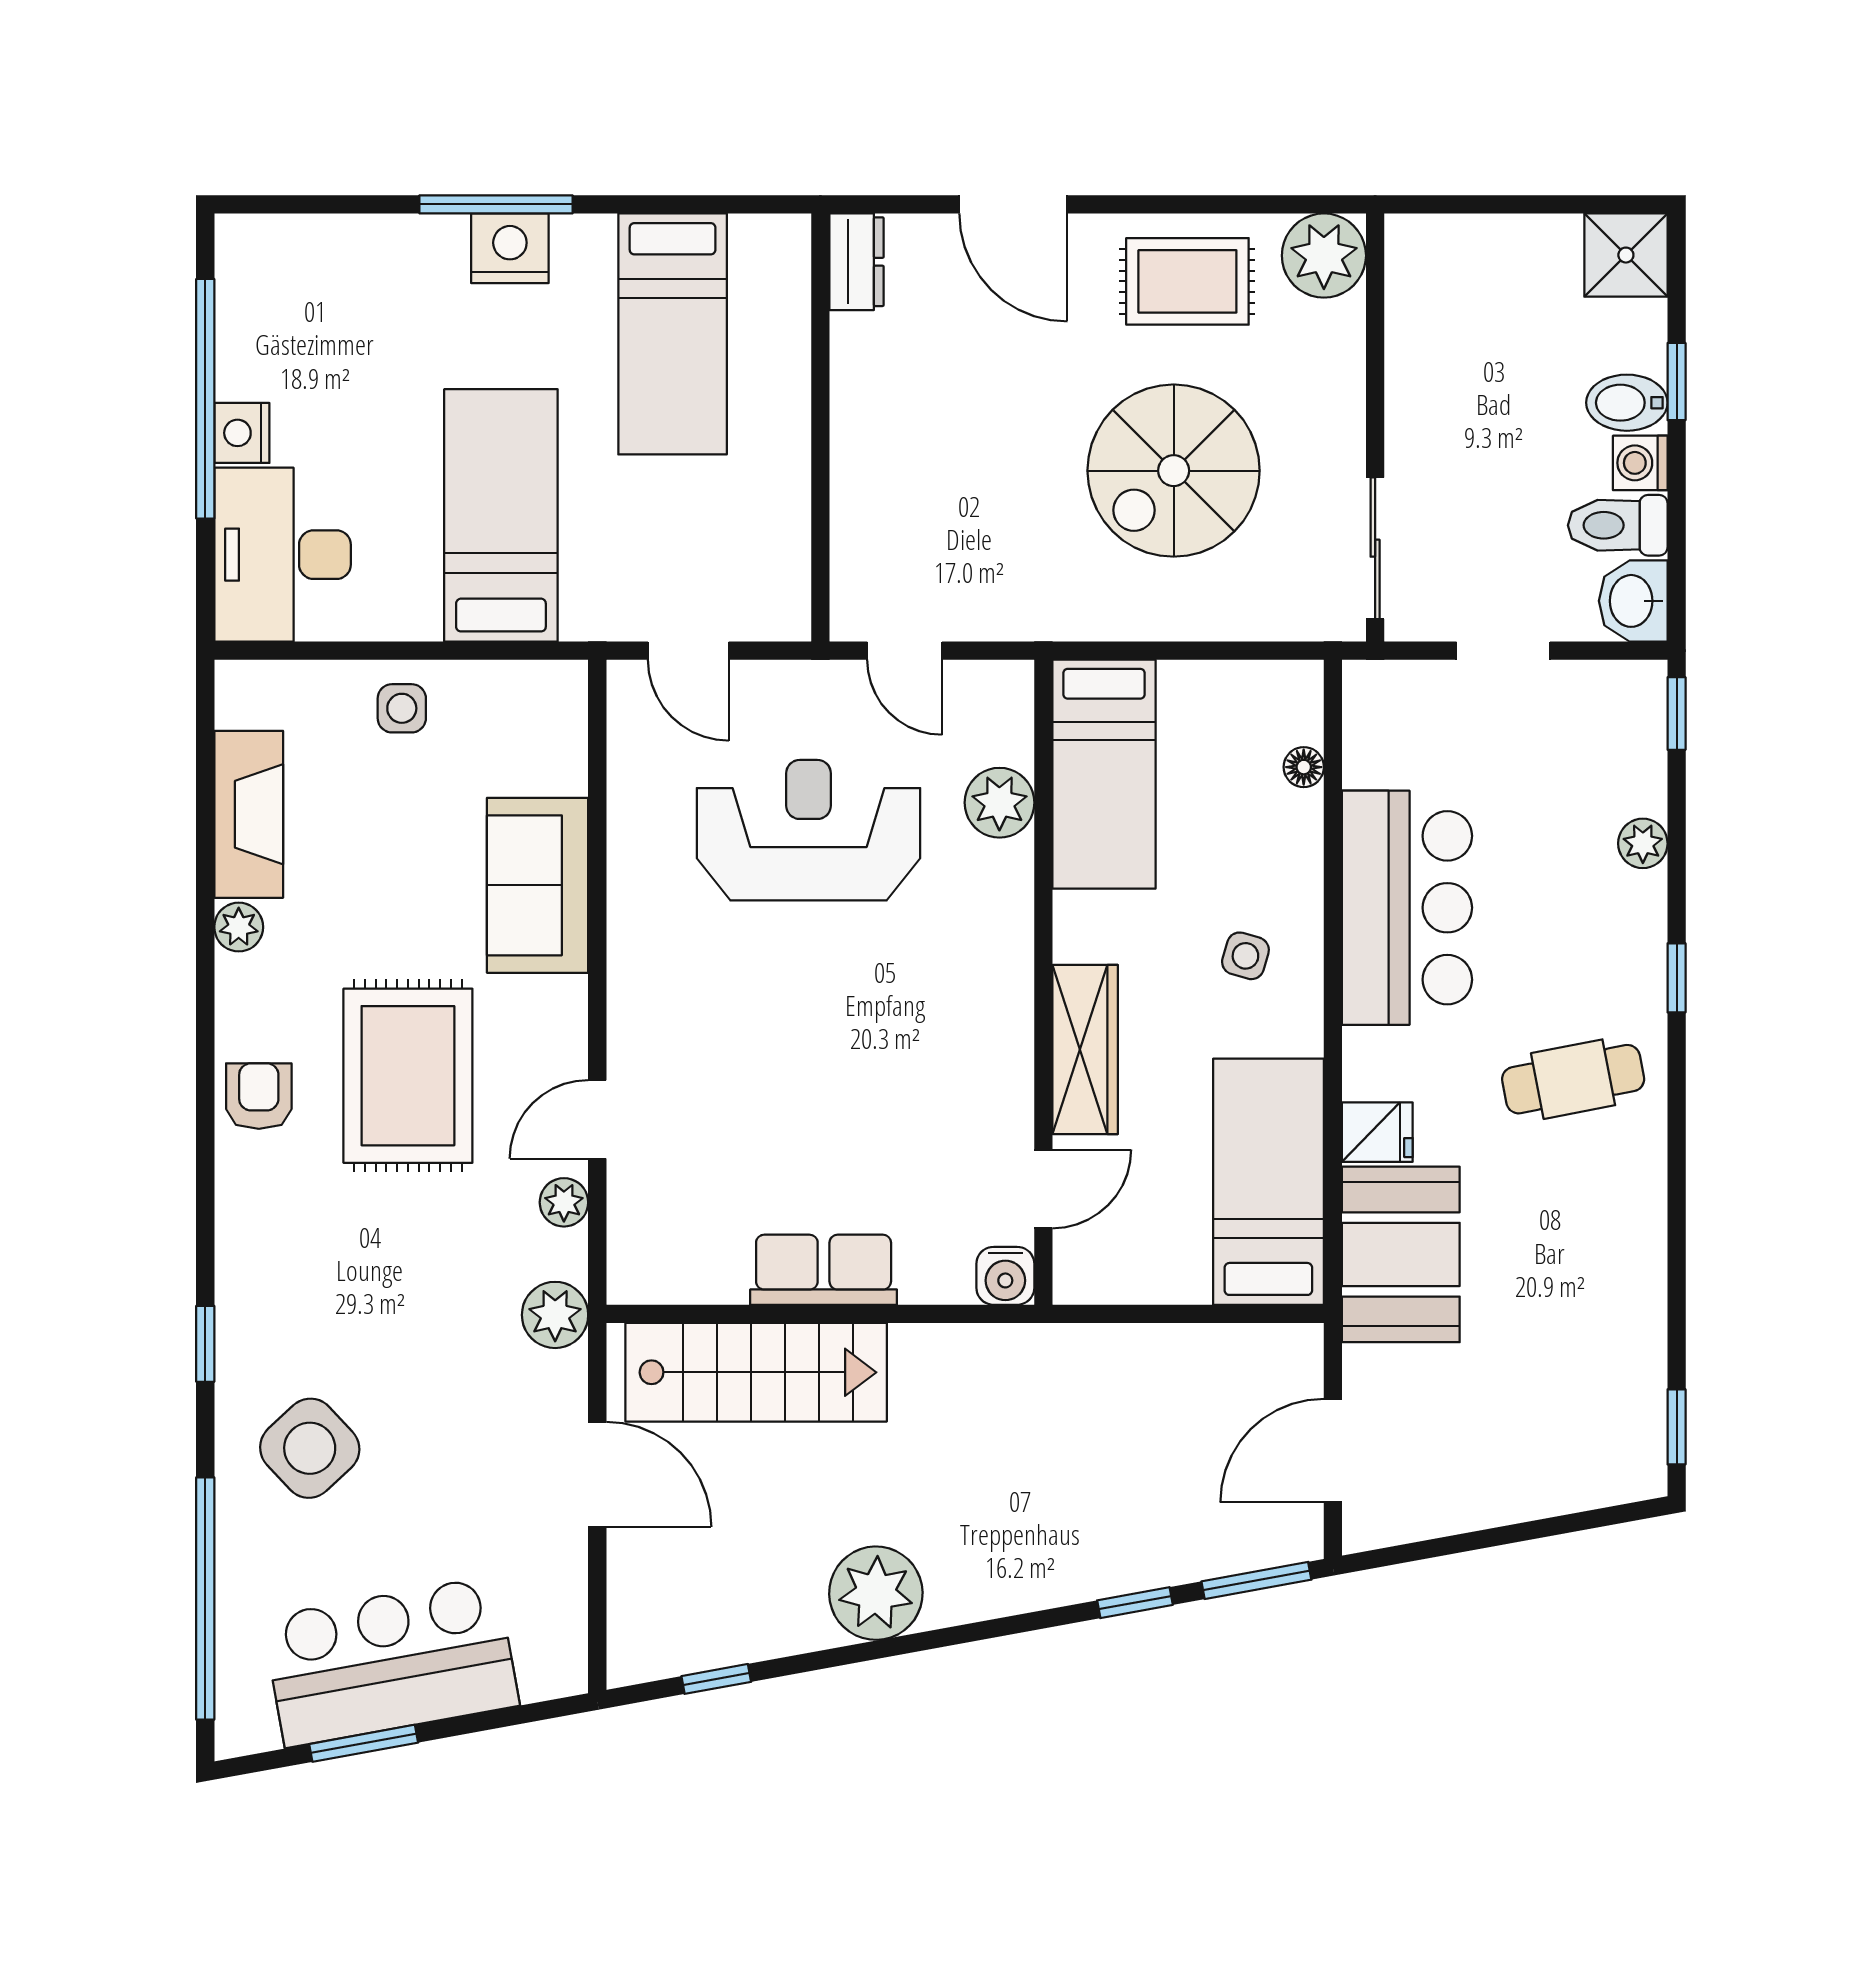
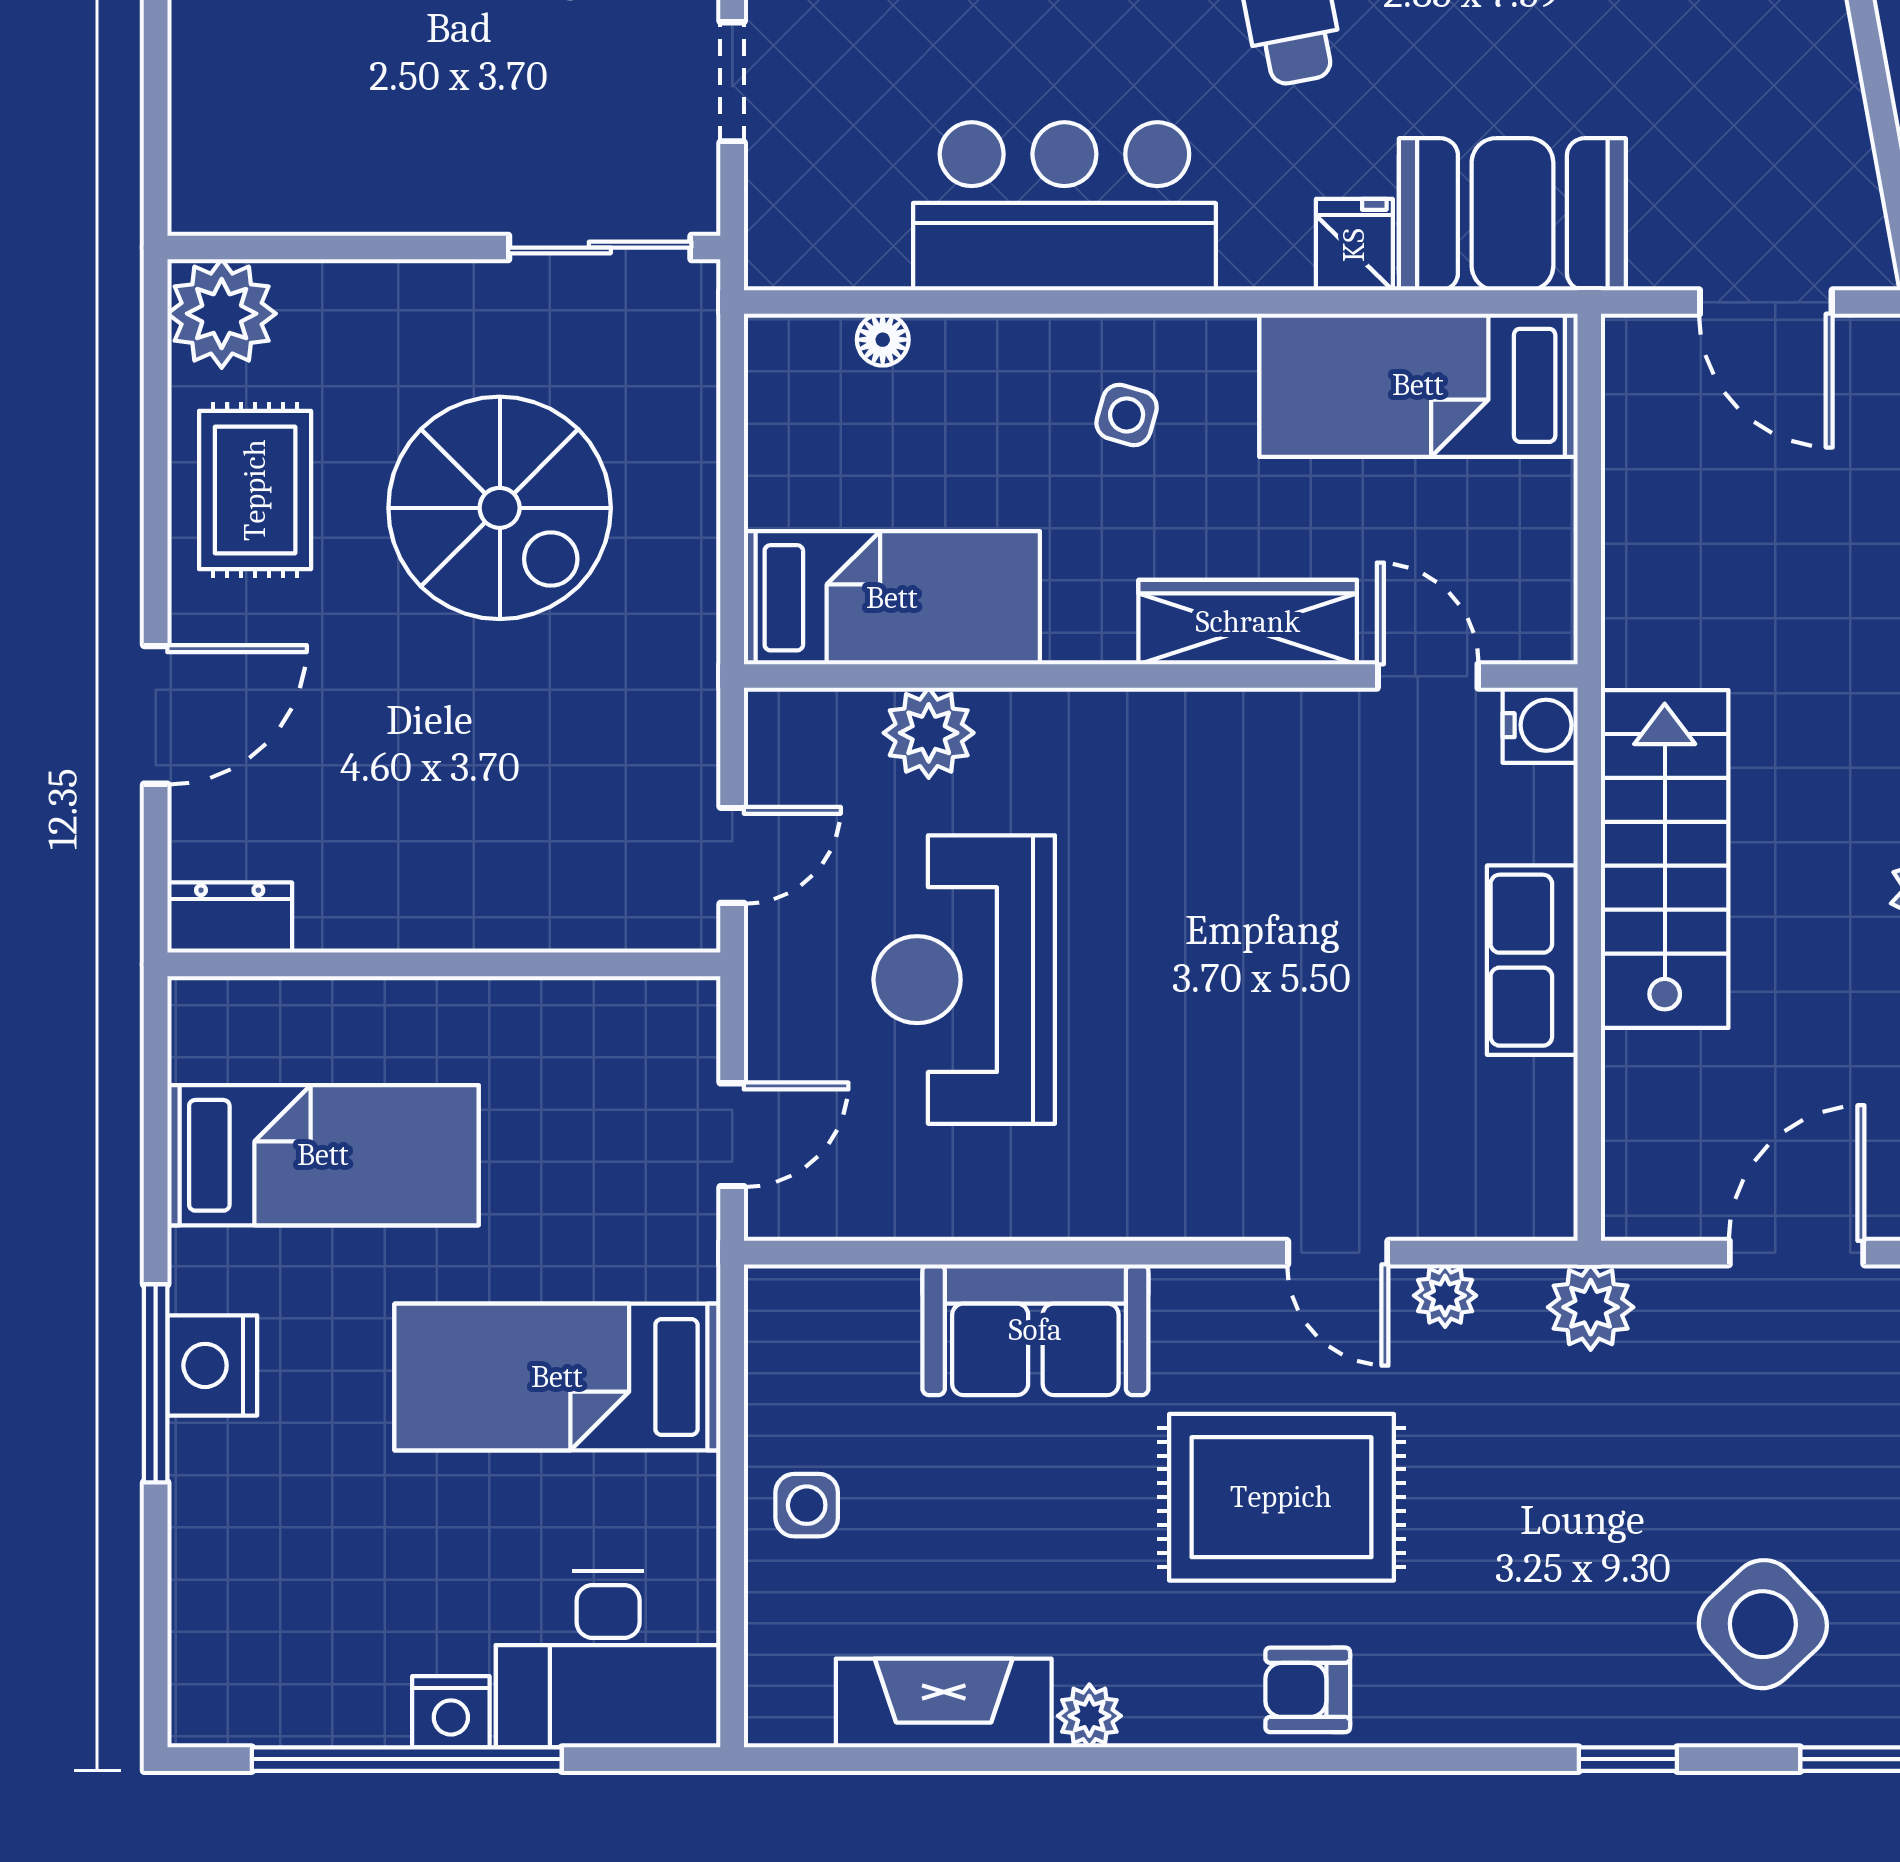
stairs: (756, 1372) -> (1665, 859), moved

